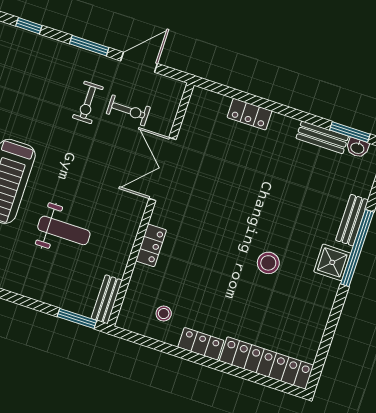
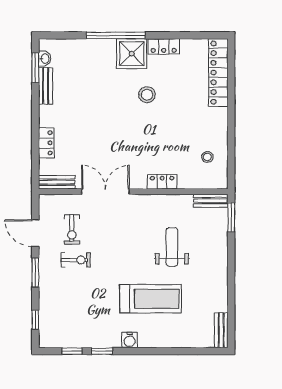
exercise bike: (128, 110) -> (72, 230), turned 180
double door: (162, 169) -> (105, 192), swing flipped
bench: (352, 220) -> (57, 182), moved
shower: (332, 262) -> (132, 54), width x1.36, depth x1.36
locker: (201, 344) -> (164, 46), moved, turned -90

